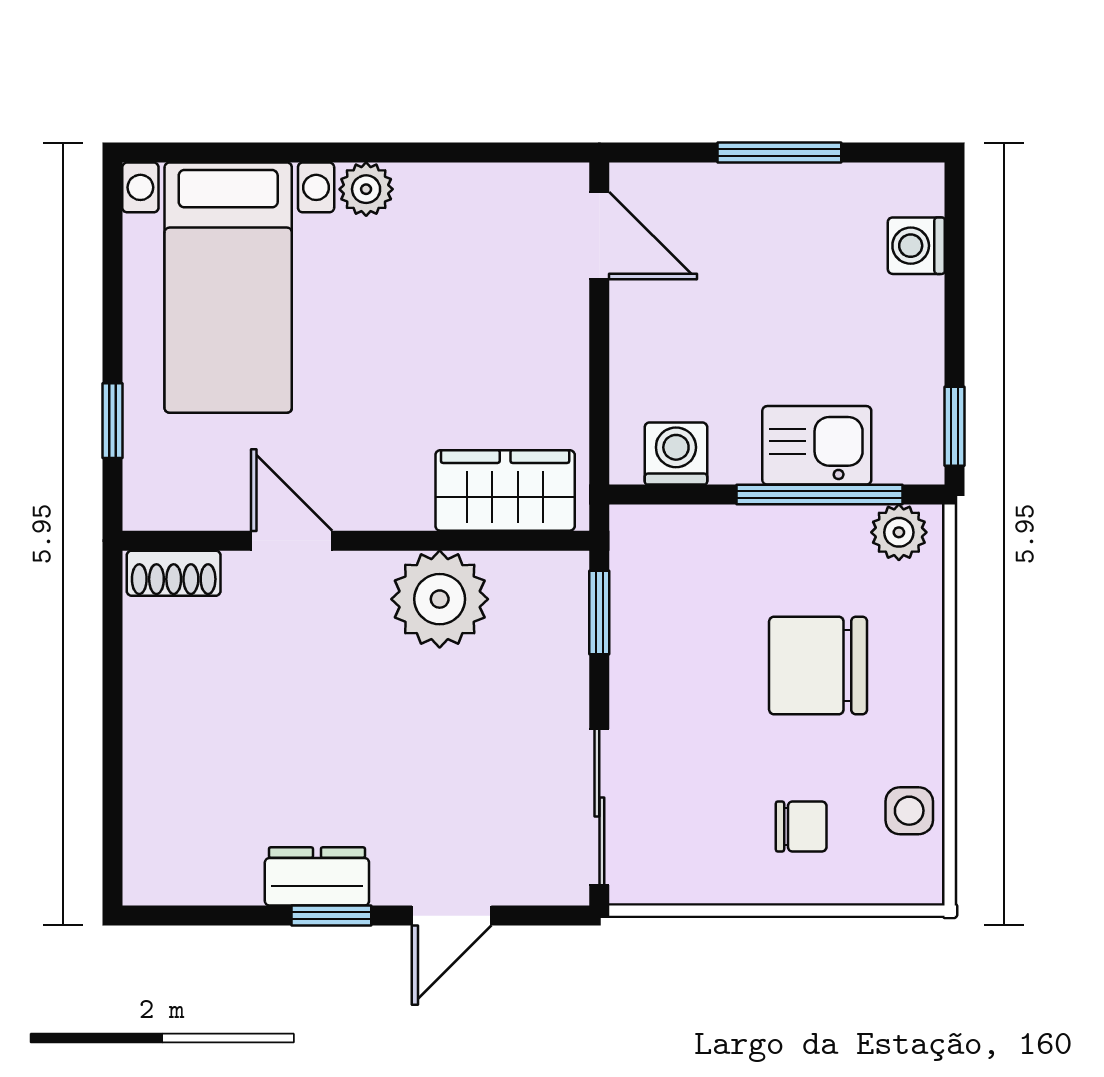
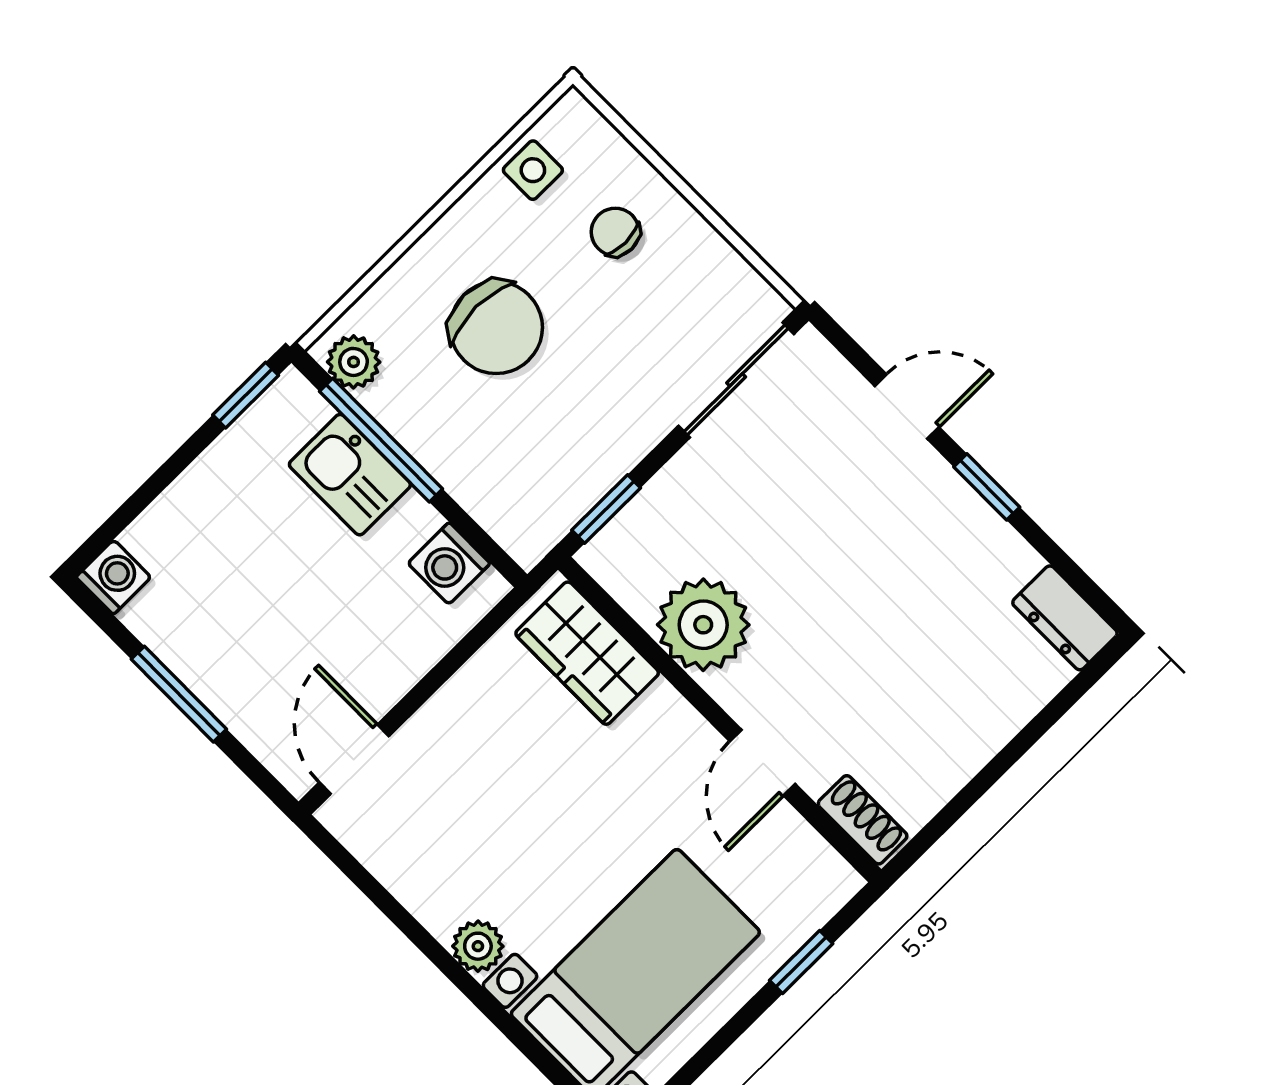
washing machine: (916, 246) -> (114, 577), moved, turned -90
dresser: (317, 876) -> (1065, 618), moved

